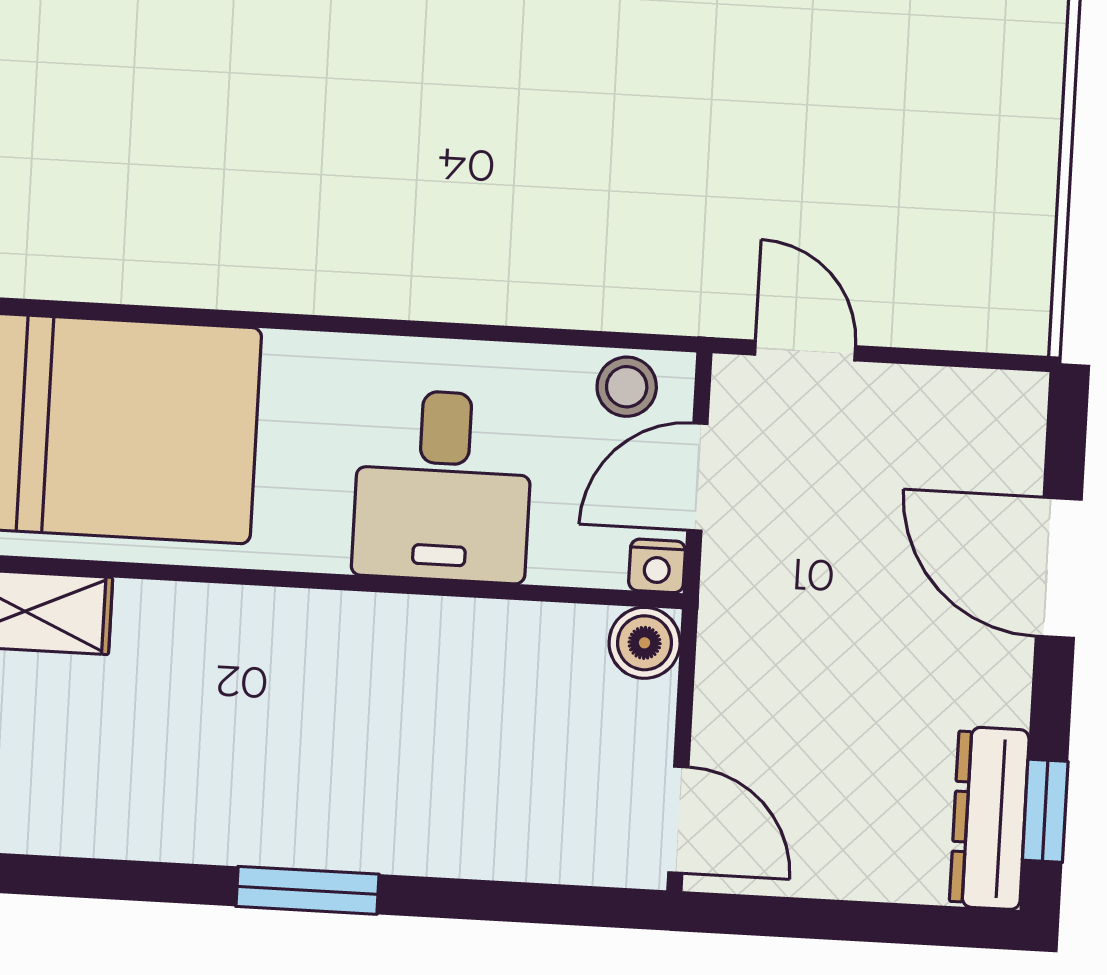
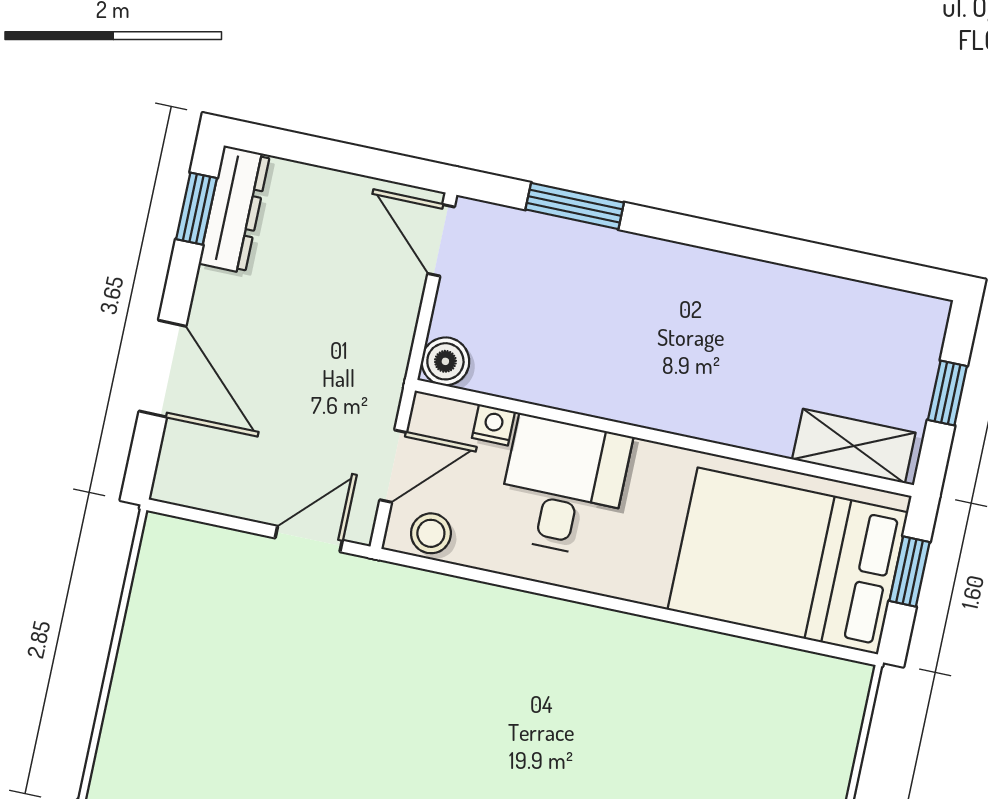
door: (805, 350) -> (309, 539), swing flipped
nightstand: (657, 566) -> (493, 425), moved
window: (307, 890) -> (575, 206), moved

